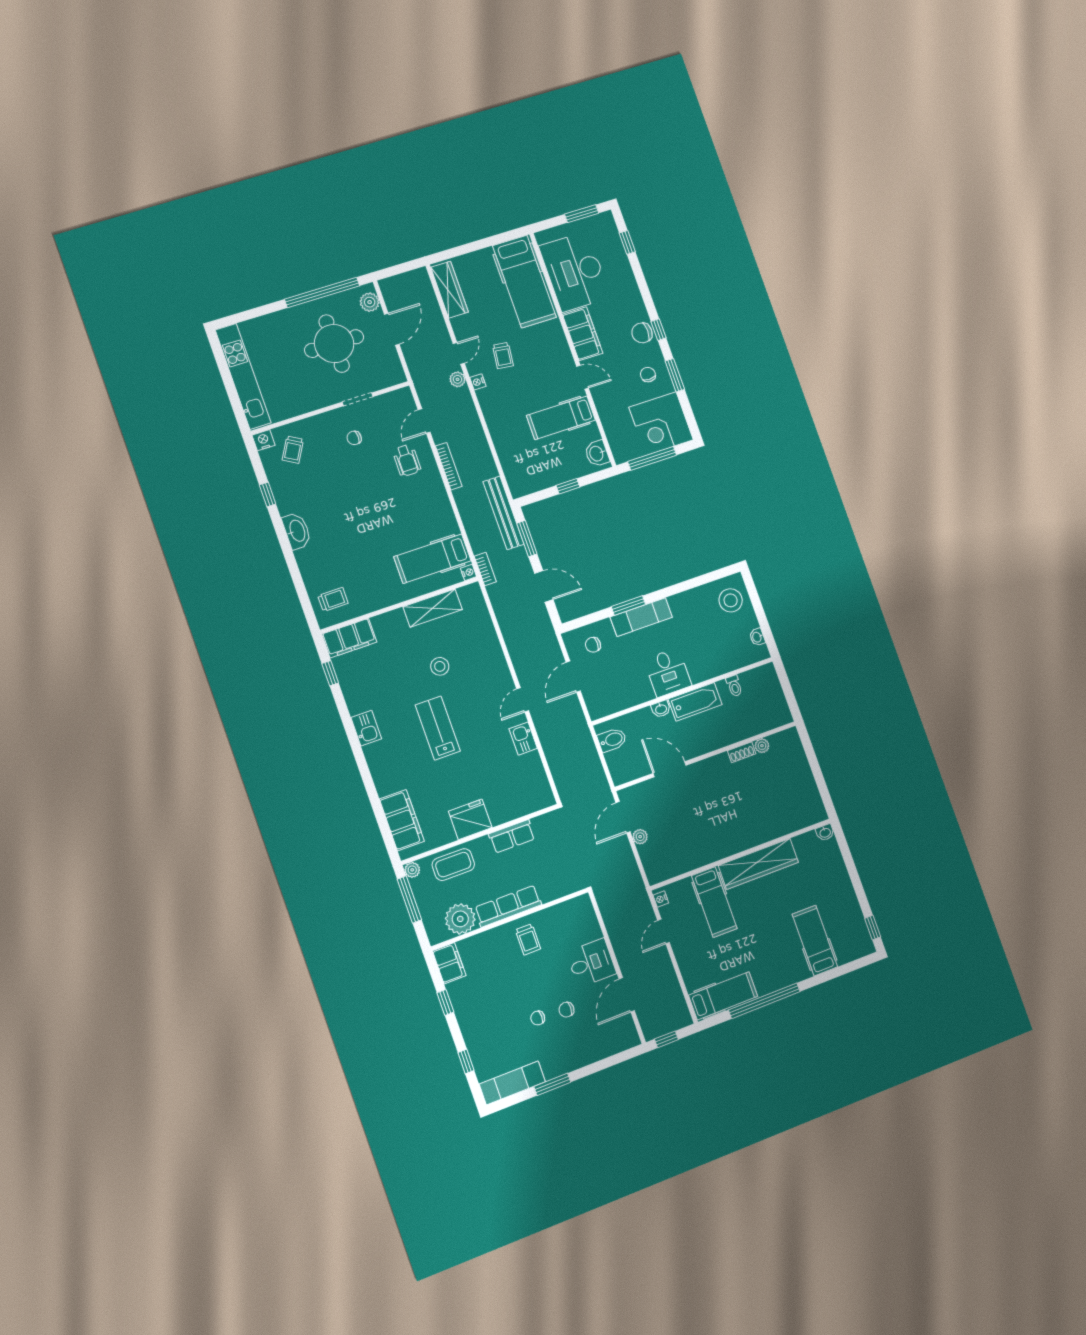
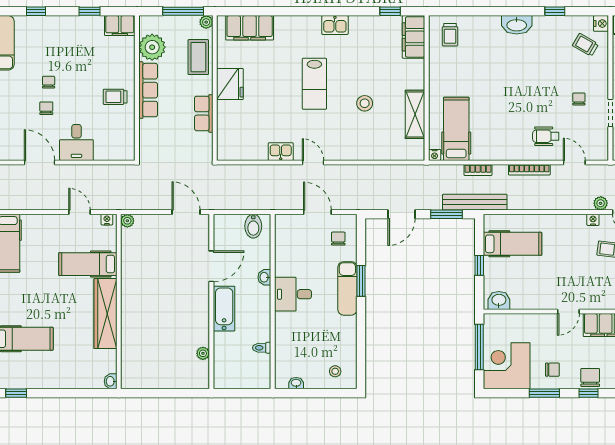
hospital bed: (561, 418) -> (512, 244), moved, turned 90
bookcase: (485, 569) -> (478, 170), moved
stool: (731, 600) -> (335, 371), width x0.53, depth x0.53
bathtub: (695, 702) -> (224, 309), moved, turned 180
lab bench: (438, 728) -> (314, 84), turned 90
shoe rack: (742, 752) -> (204, 334), removed
plant: (640, 837) -> (127, 221), moved

